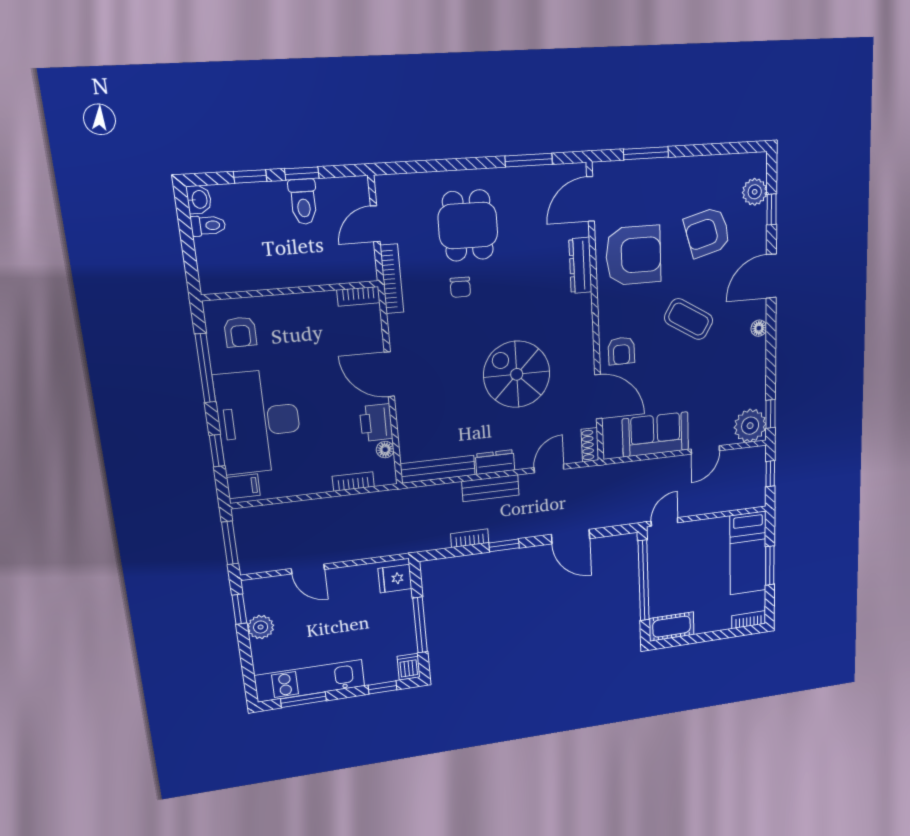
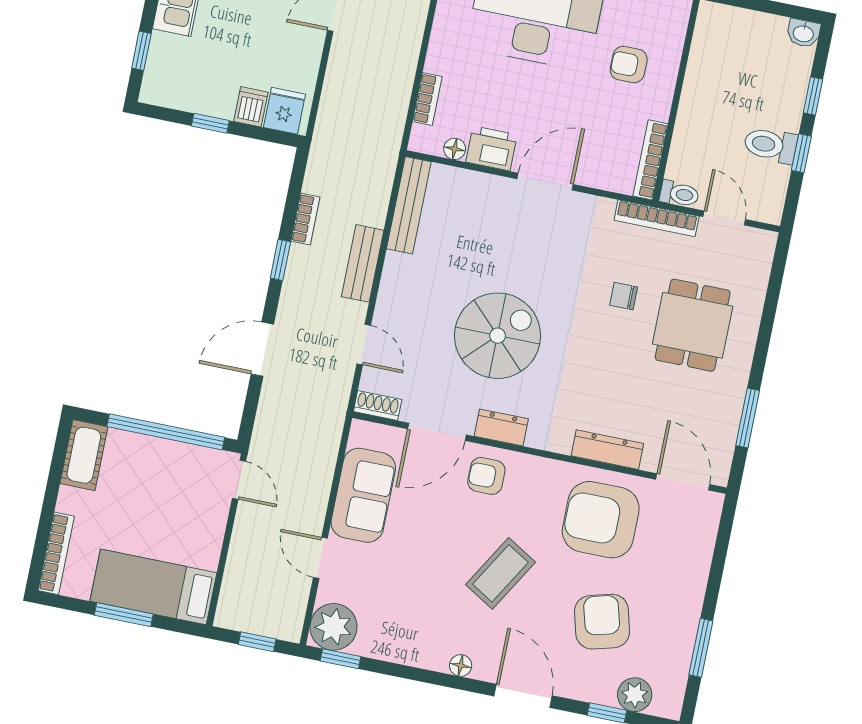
window: (646, 153) -> (701, 648), moved
toilet: (208, 226) -> (679, 194), moved, turned -90
dining table: (468, 226) -> (693, 325), turned 90
armchair: (633, 255) -> (601, 520), turned 90
bookcase: (358, 296) -> (650, 160), width x1.56
armchair: (240, 332) -> (629, 64), moved
dresser: (495, 462) -> (501, 427), moved, turned -90
bookcase: (749, 620) -> (56, 553), width x1.56
window: (420, 625) -> (210, 123), width x0.46
dishwasher: (409, 667) -> (251, 107), moved, turned -90

